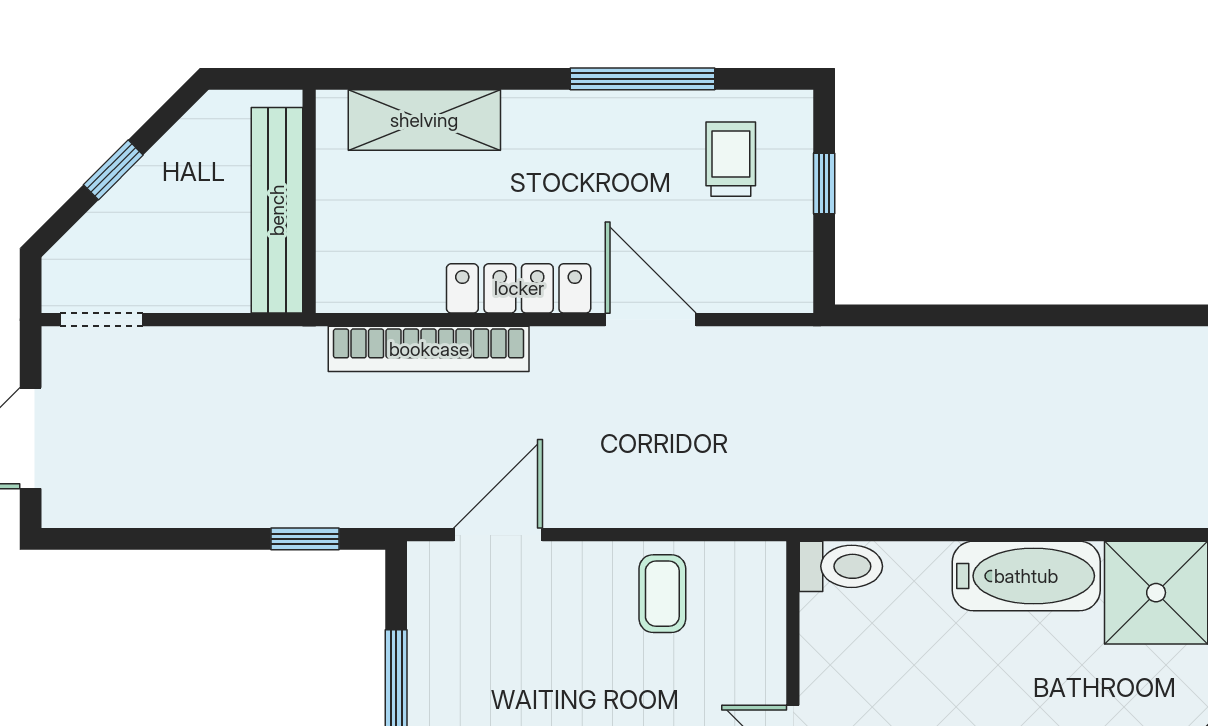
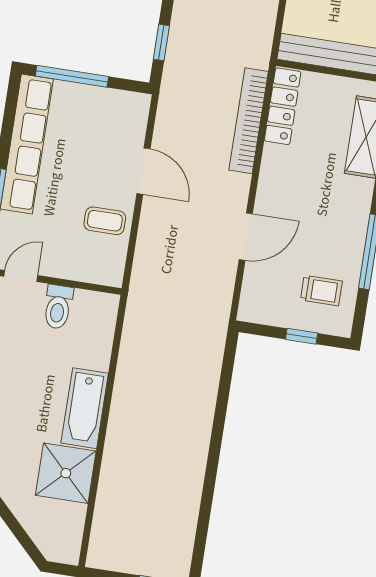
locker: (519, 288) -> (283, 106), moved
door: (498, 535) -> (143, 171), moved
toilet: (841, 566) -> (58, 307), moved

